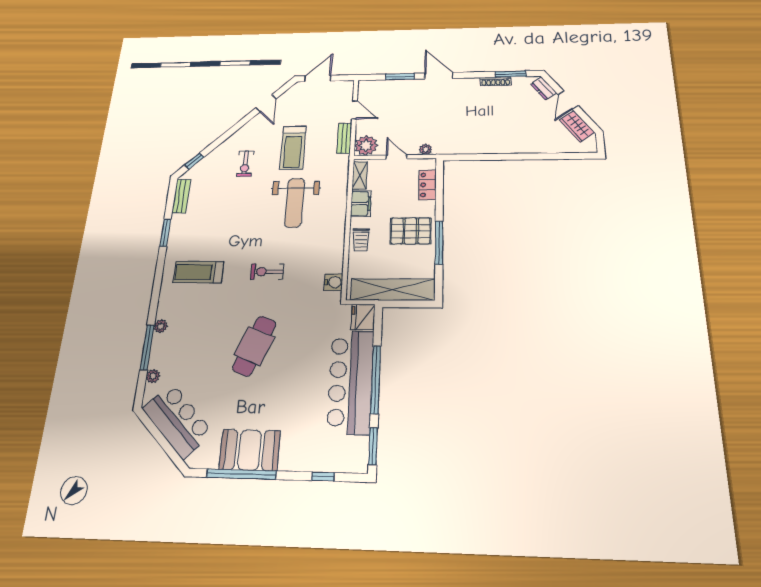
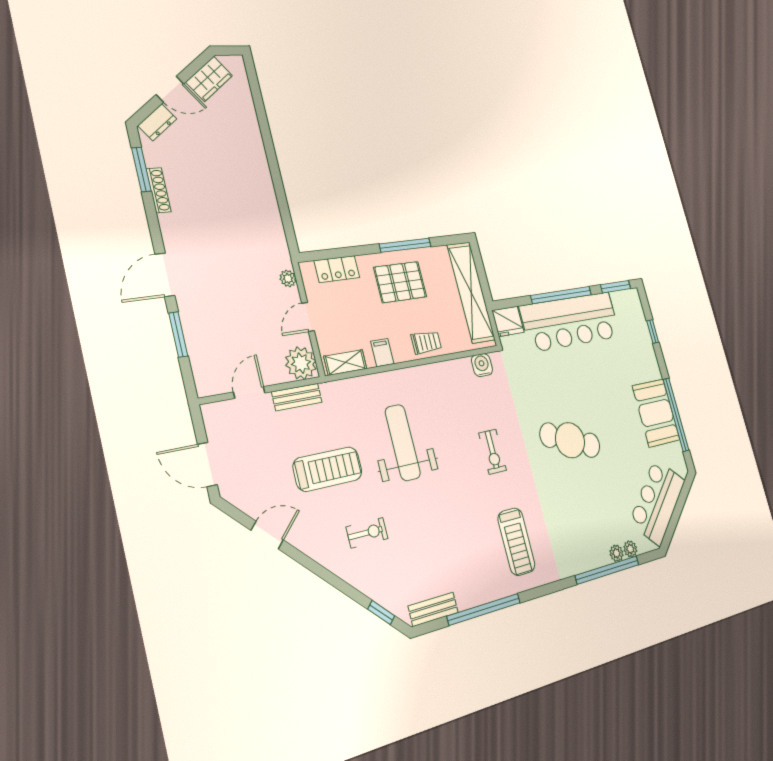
weight bench: (295, 203) -> (403, 443), turned -90
filing cabinet: (361, 204) -> (382, 353), width x0.50
pallet: (411, 231) -> (400, 282), turned 90
window: (165, 233) -> (484, 609), width x2.11
plant: (161, 326) -> (616, 553), moved
window: (147, 347) -> (607, 570), width x1.46

